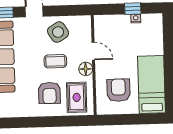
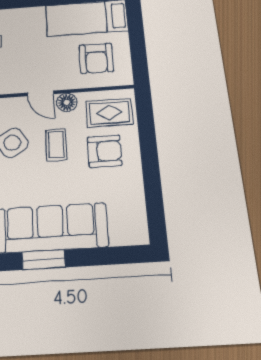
door: (93, 51) -> (41, 93), swing flipped
armchair: (118, 90) -> (96, 58), turned -90

